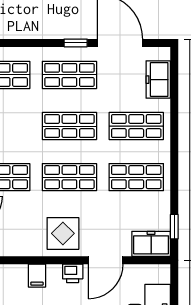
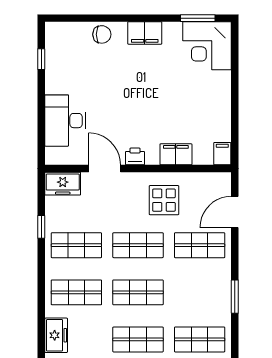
window: (174, 227) -> (41, 227), moved
display table: (63, 233) -> (164, 200), moved
door: (106, 260) -> (105, 169), hinge flipped
filing cabinet: (37, 276) -> (176, 154), width x2.00

